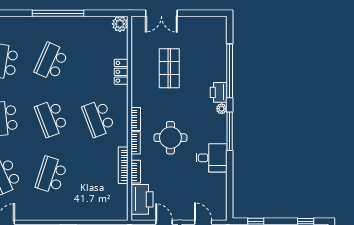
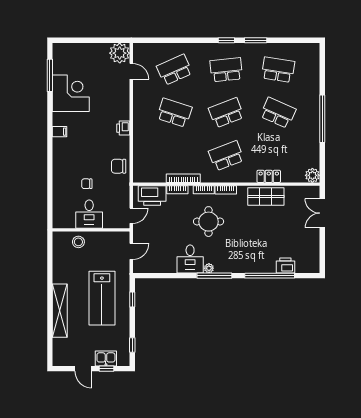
shop shelf: (169, 68) -> (266, 196), moved
printer: (219, 92) -> (285, 265), moved
plant: (222, 109) -> (209, 268), moved

